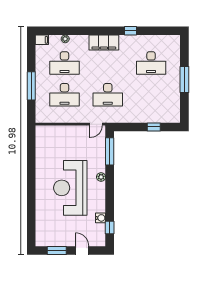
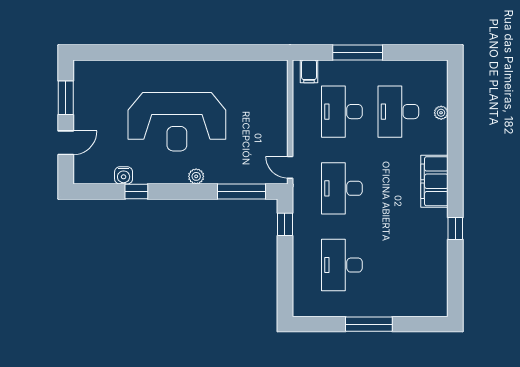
filing cabinet: (42, 40) -> (309, 71), moved
desk: (151, 63) -> (342, 265), moved
window: (154, 127) -> (285, 224), moved
reception desk: (70, 188) -> (177, 122), turned 180
window: (110, 228) -> (136, 192), moved

